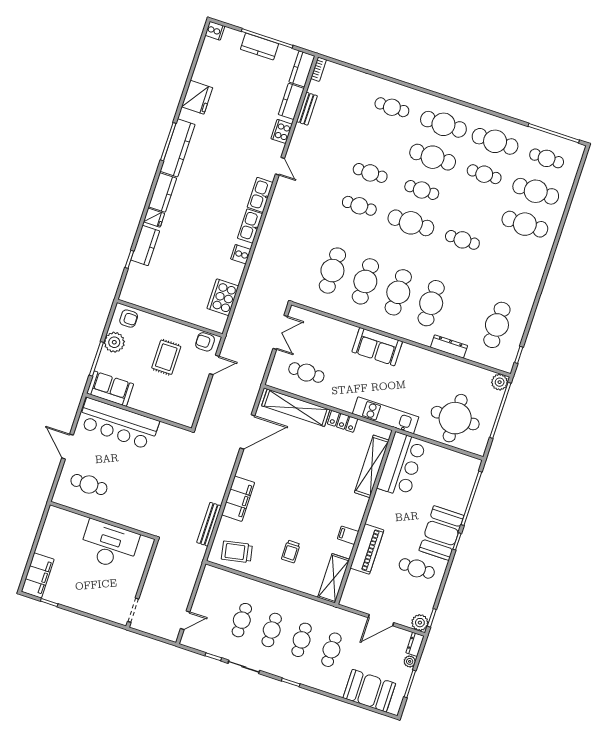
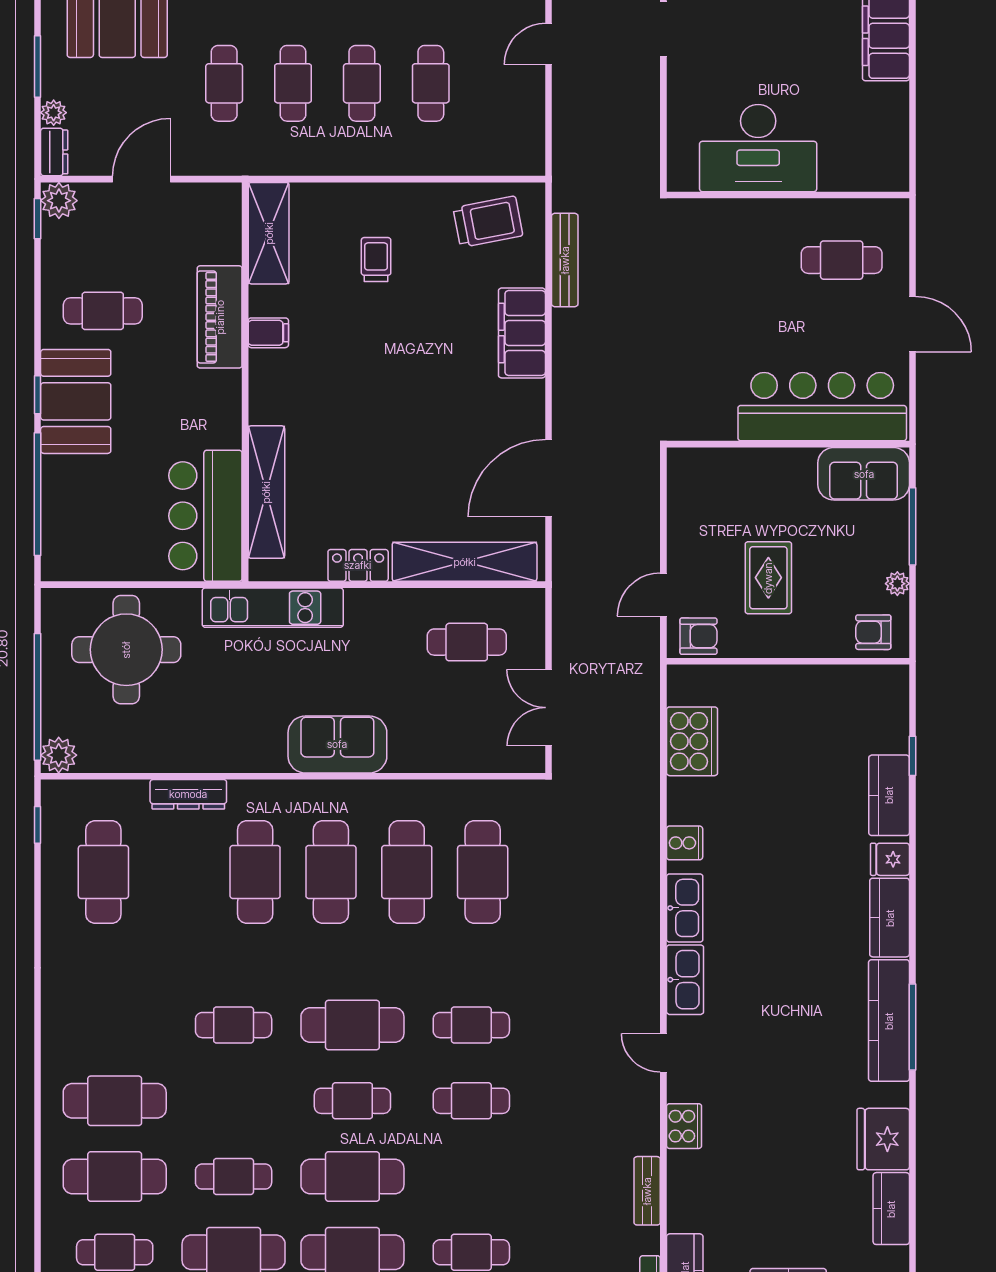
kitchen counter: (291, 101) -> (891, 1209), moved, turned 180
plant: (114, 342) -> (897, 584), width x0.53, depth x0.53

